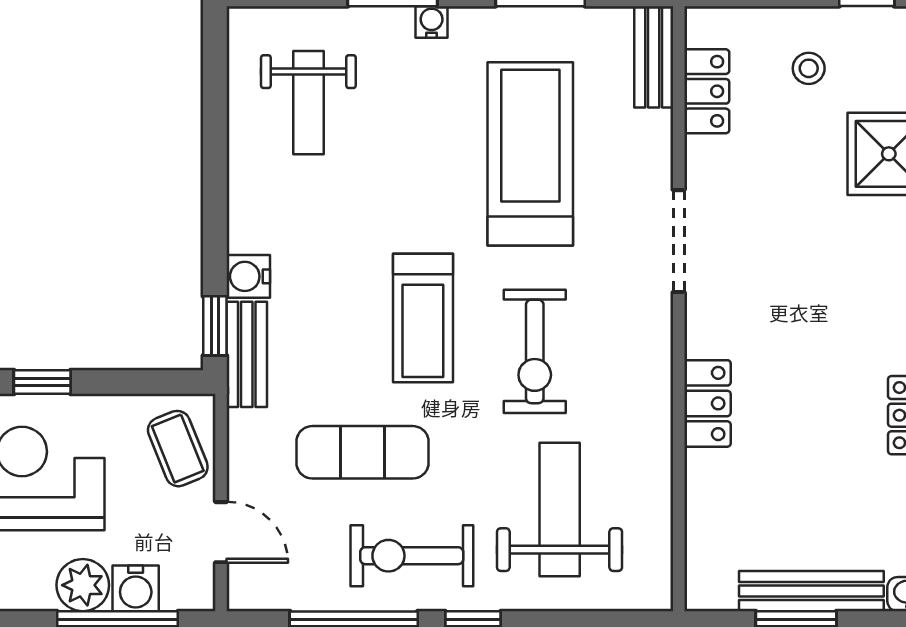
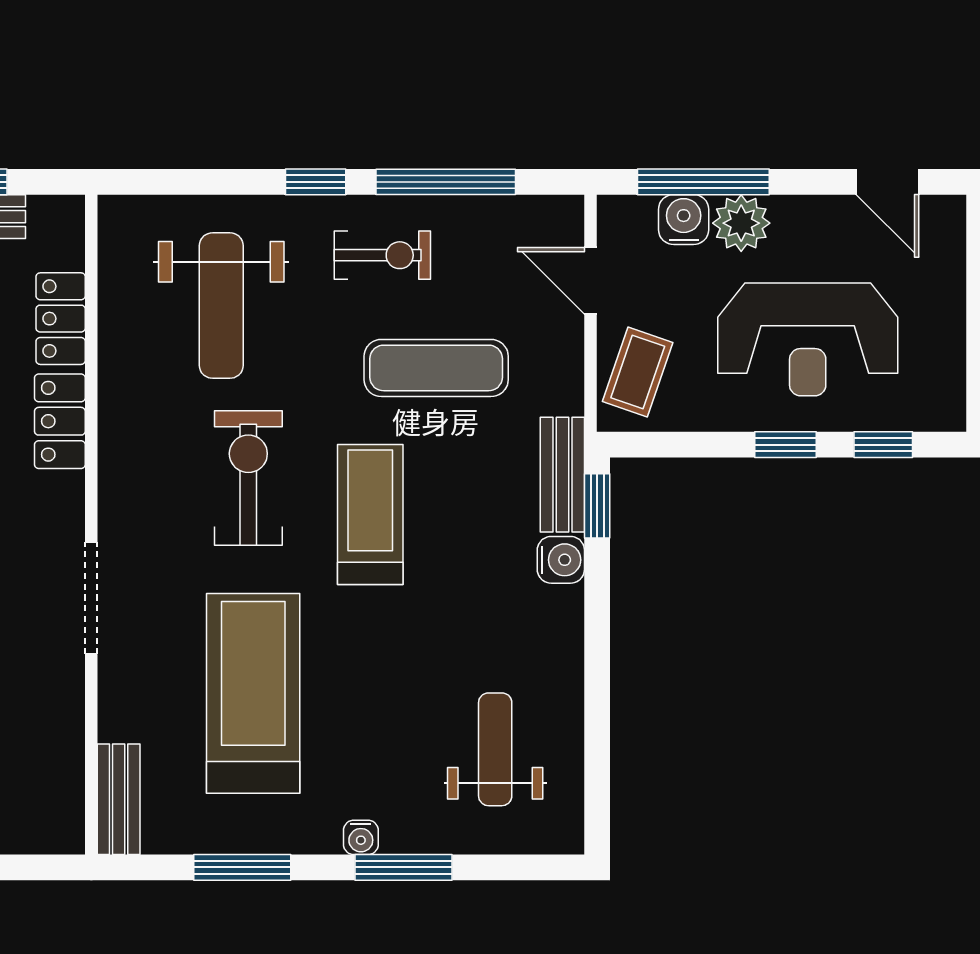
locker: (707, 91) -> (61, 319), moved
treadmill: (530, 154) -> (253, 693), turned 180
coffee table: (178, 449) -> (638, 372), turned 41
exercise bike: (412, 556) -> (382, 255), width x0.73, depth x0.72

